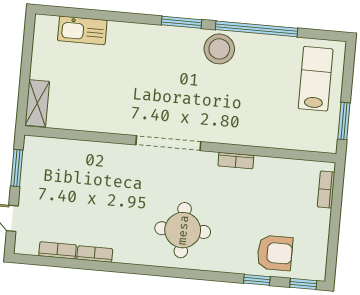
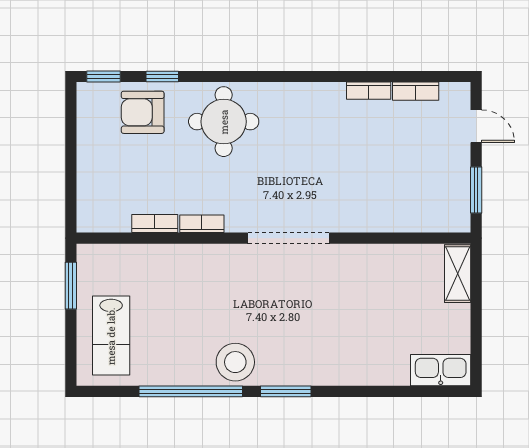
kitchen sink: (82, 30) -> (441, 370), moved
bookcase: (326, 190) -> (155, 223), moved, turned -90
round table: (183, 230) -> (224, 122), moved

